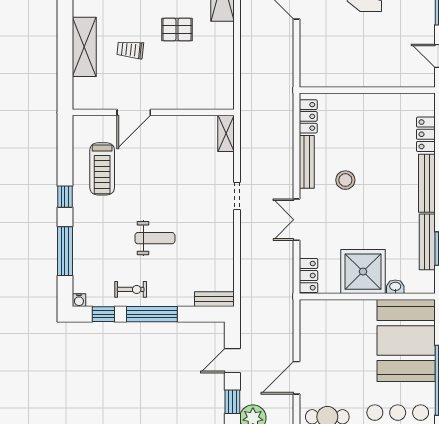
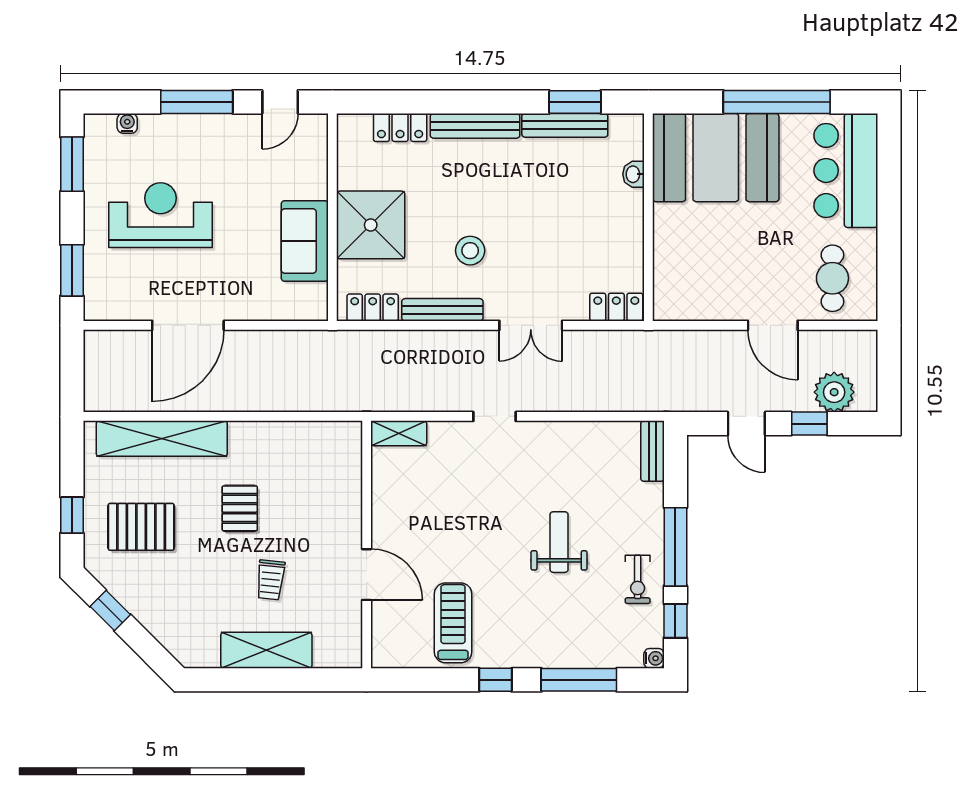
sofa: (352, 72) -> (305, 241), added
treadmill: (102, 169) -> (453, 623), turned -90
shower: (363, 272) -> (371, 225), moved
exercise bike: (131, 289) -> (638, 579), turned 180

